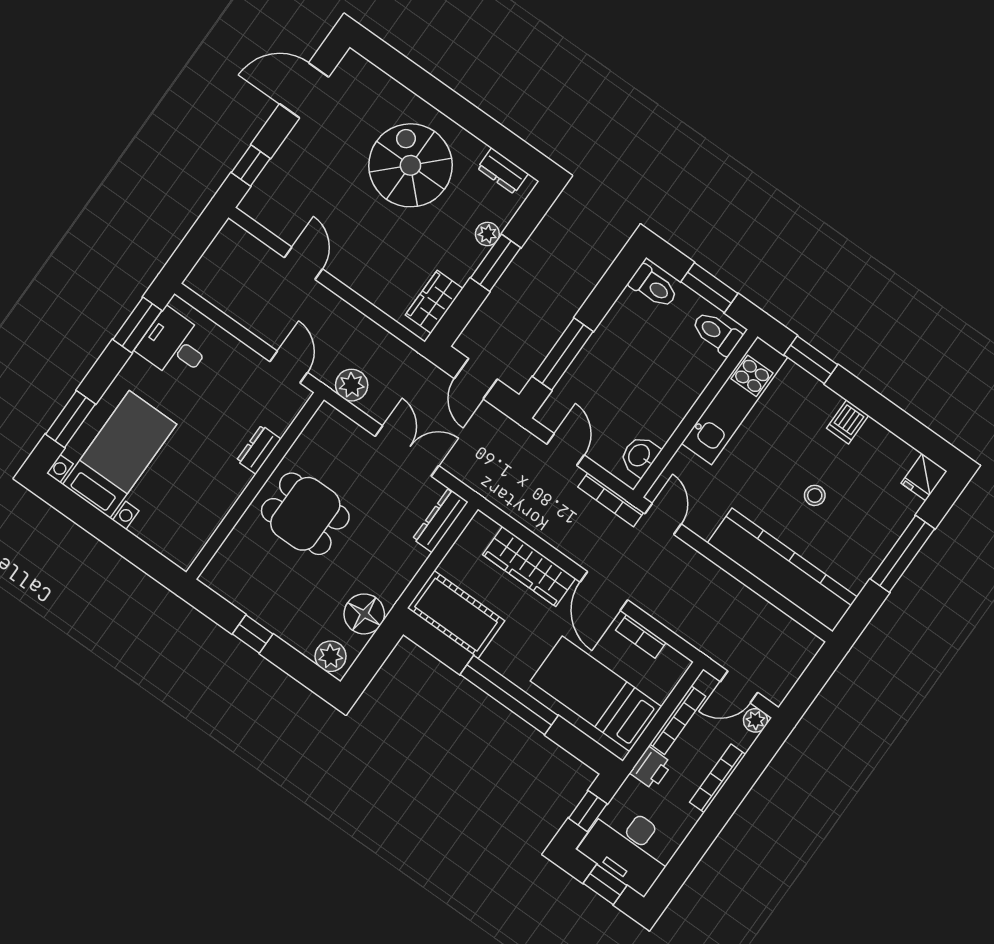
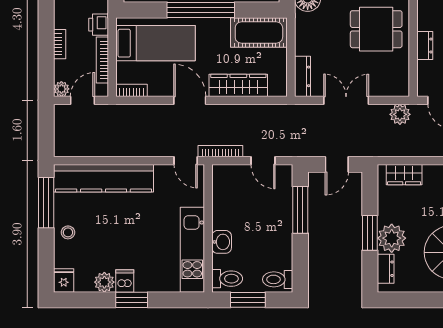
dresser: (503, 171) -> (386, 269), moved, turned 90
plant: (487, 234) -> (392, 238), width x1.87, depth x1.87
wardrobe: (434, 302) -> (404, 175), moved, turned 90
window: (811, 360) -> (132, 300), moved
door: (476, 379) -> (337, 164), swing flipped
plant: (874, 438) -> (104, 282), added
double door: (407, 451) -> (346, 100), swing flipped
washbasin: (640, 456) -> (222, 242), moved
stool: (815, 495) -> (68, 232), moved
window: (903, 554) -> (46, 203), moved
bookcase: (641, 636) -> (132, 90), moved
bookcase: (718, 778) -> (60, 44), width x0.64

